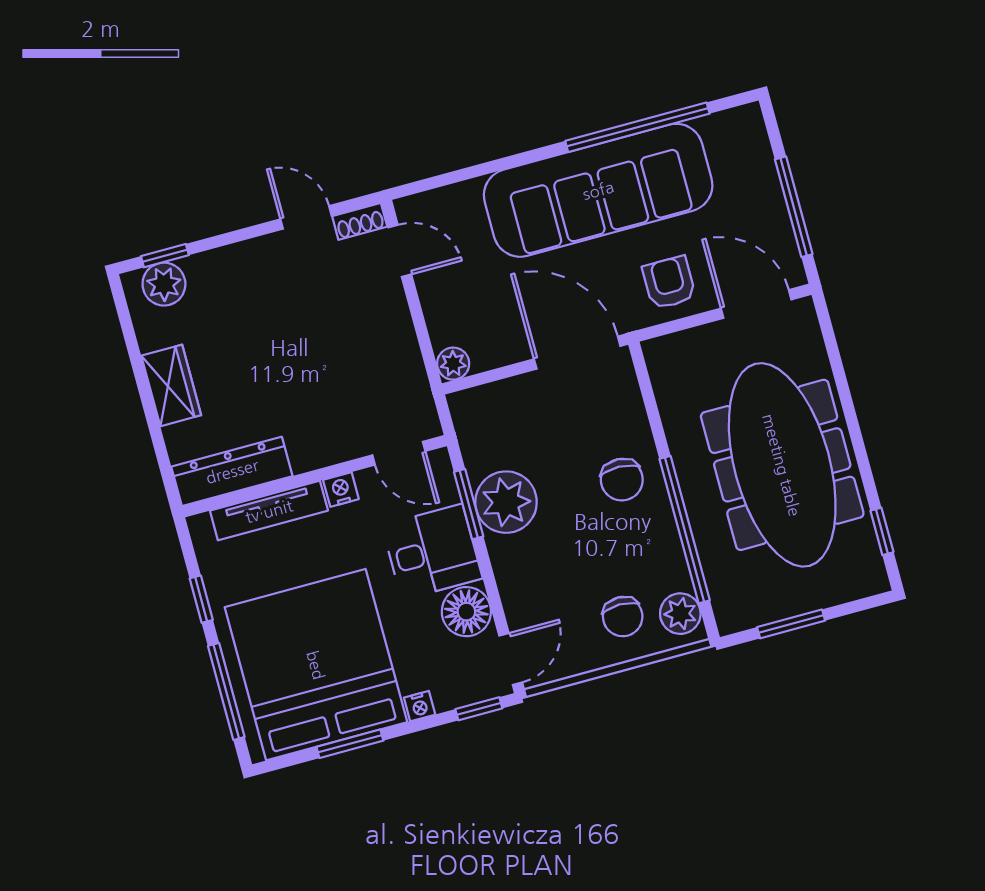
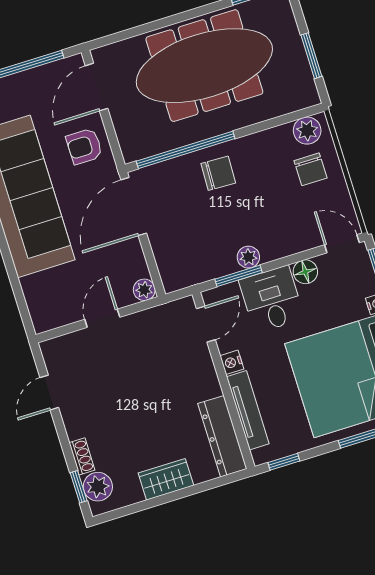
shoe rack: (360, 221) -> (82, 456), moved
door: (400, 251) -> (102, 318), moved
plant: (506, 502) -> (248, 257), width x0.53, depth x0.53
window: (685, 530) -> (186, 150), moved
window: (201, 599) -> (284, 462), moved
floor lamp: (466, 612) -> (305, 272), width x0.73, depth x0.73
chair: (623, 617) -> (310, 169), turned 90

